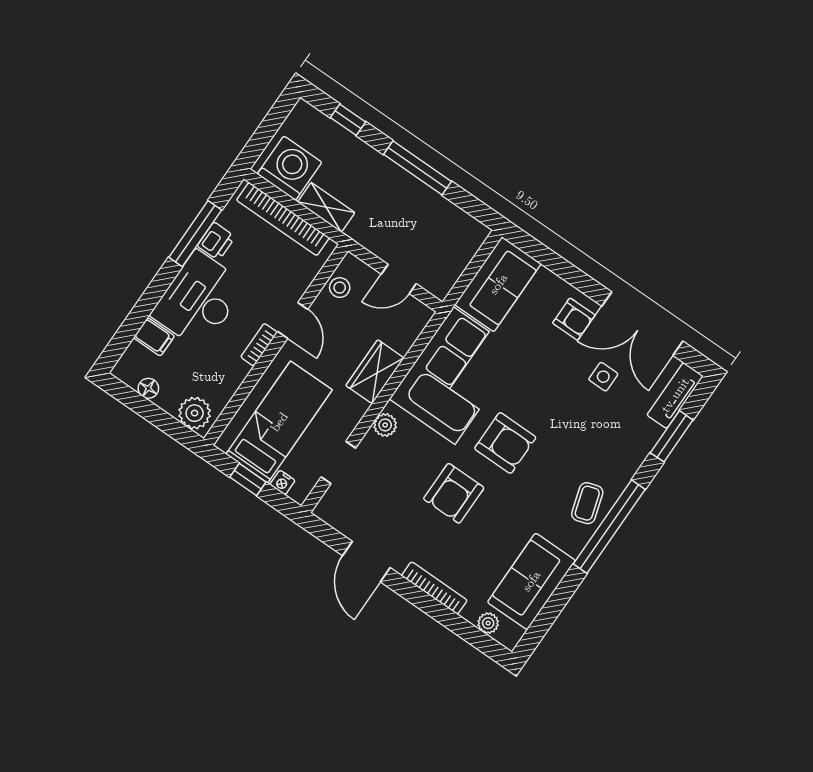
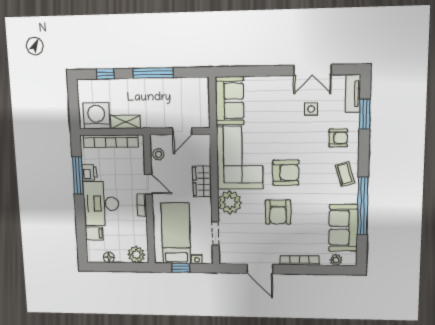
armchair: (574, 319) -> (338, 138), moved
double door: (642, 324) -> (312, 70), width x0.73
plant: (385, 425) -> (230, 202), width x1.87, depth x1.87
window: (609, 527) -> (363, 206), moved

